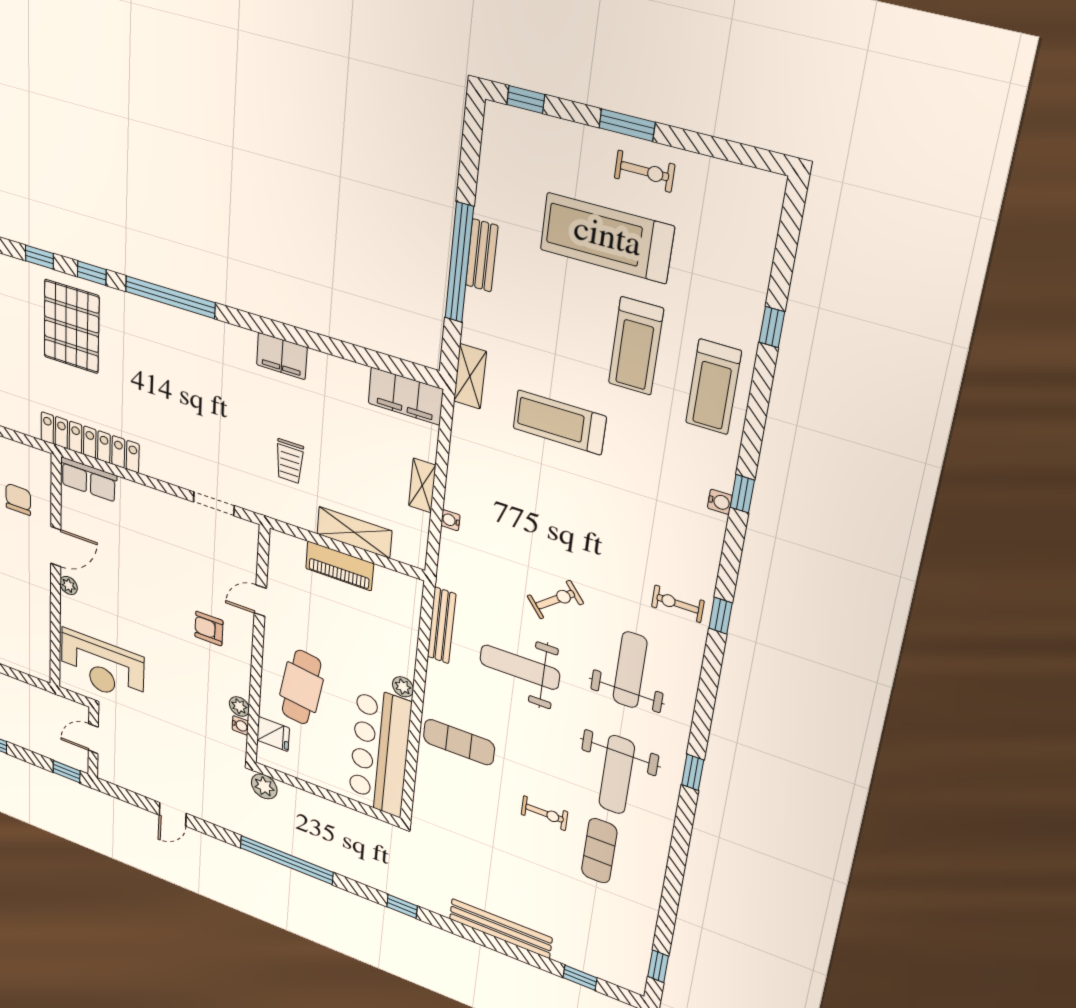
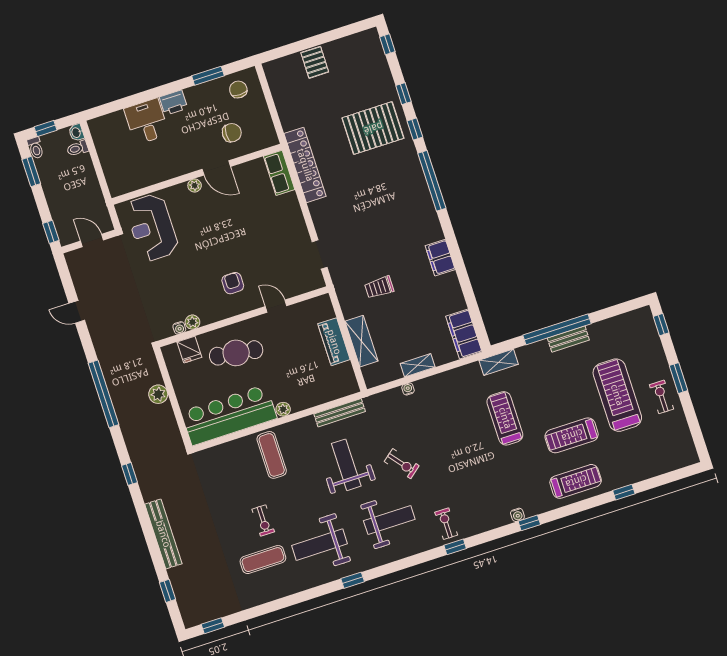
exercise bike: (644, 171) -> (662, 397), turned 180
treadmill: (713, 387) -> (576, 481), turned 180
plant: (264, 786) -> (158, 394), moved

